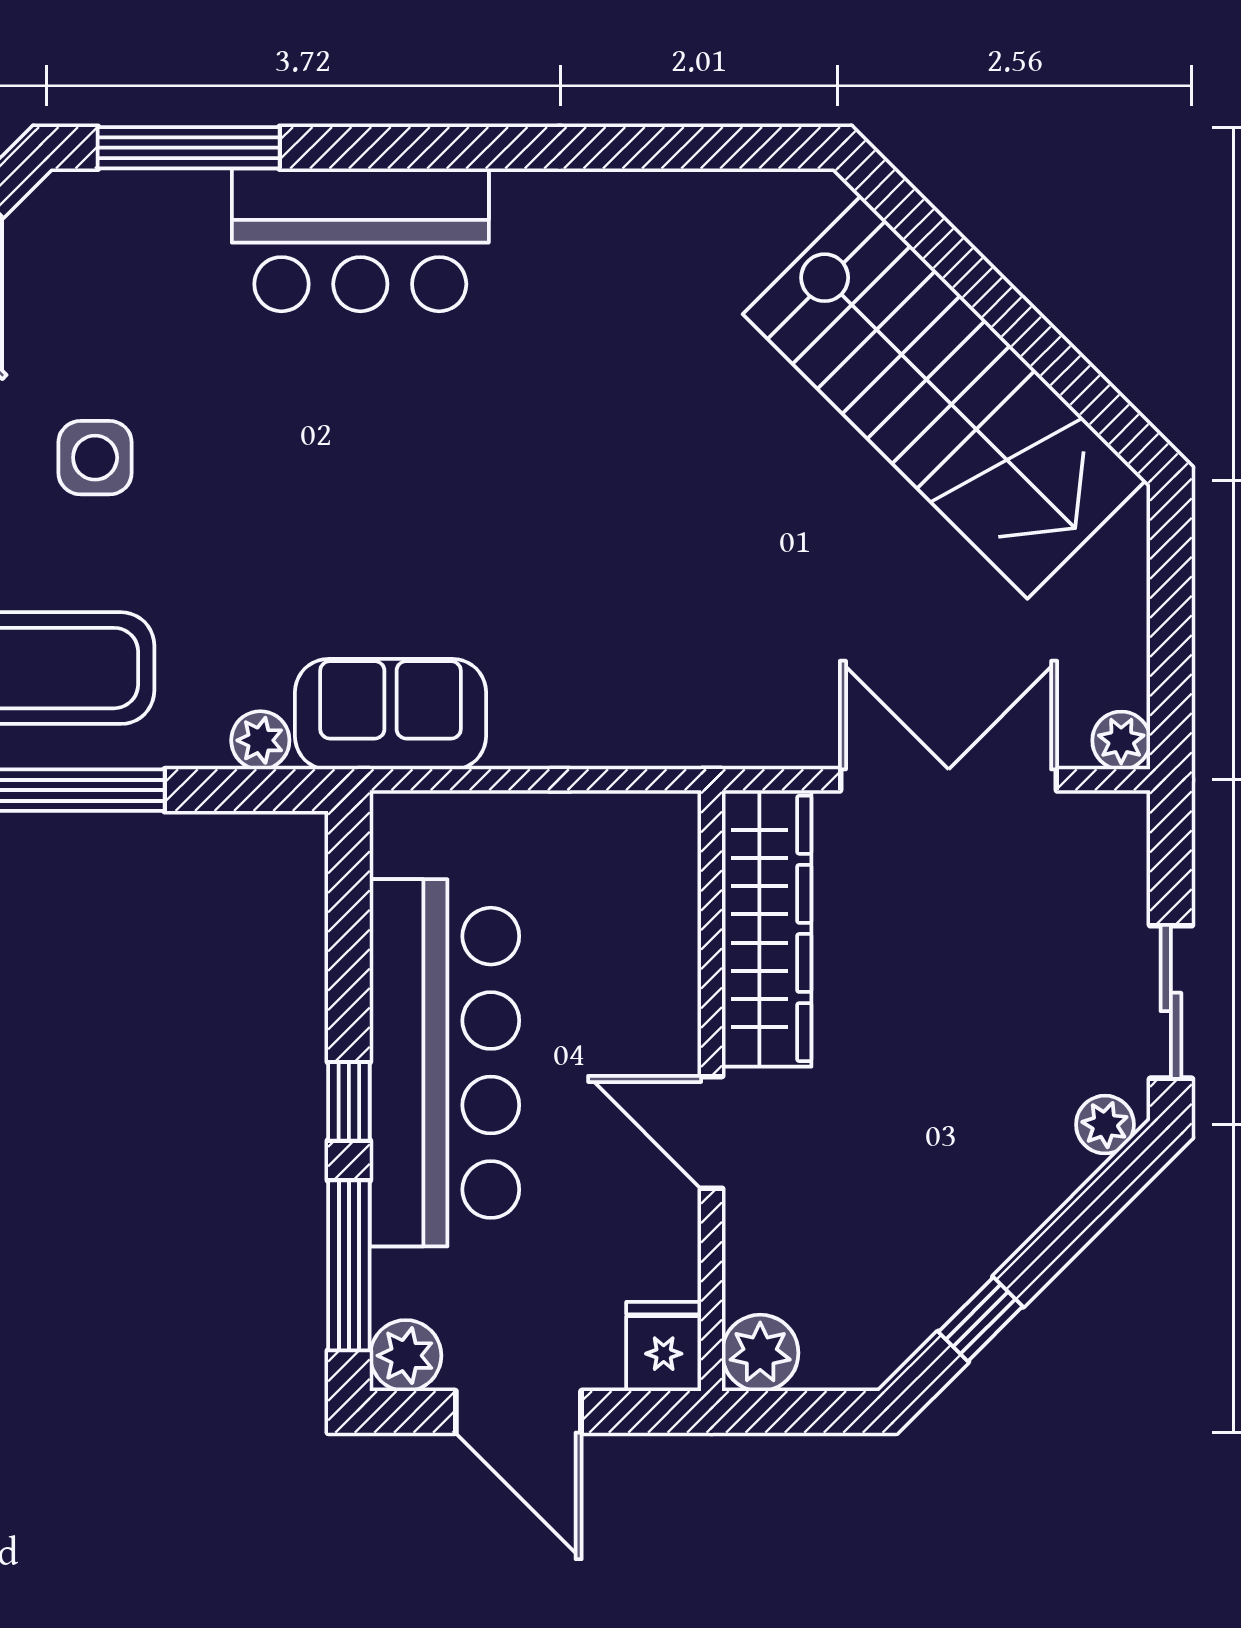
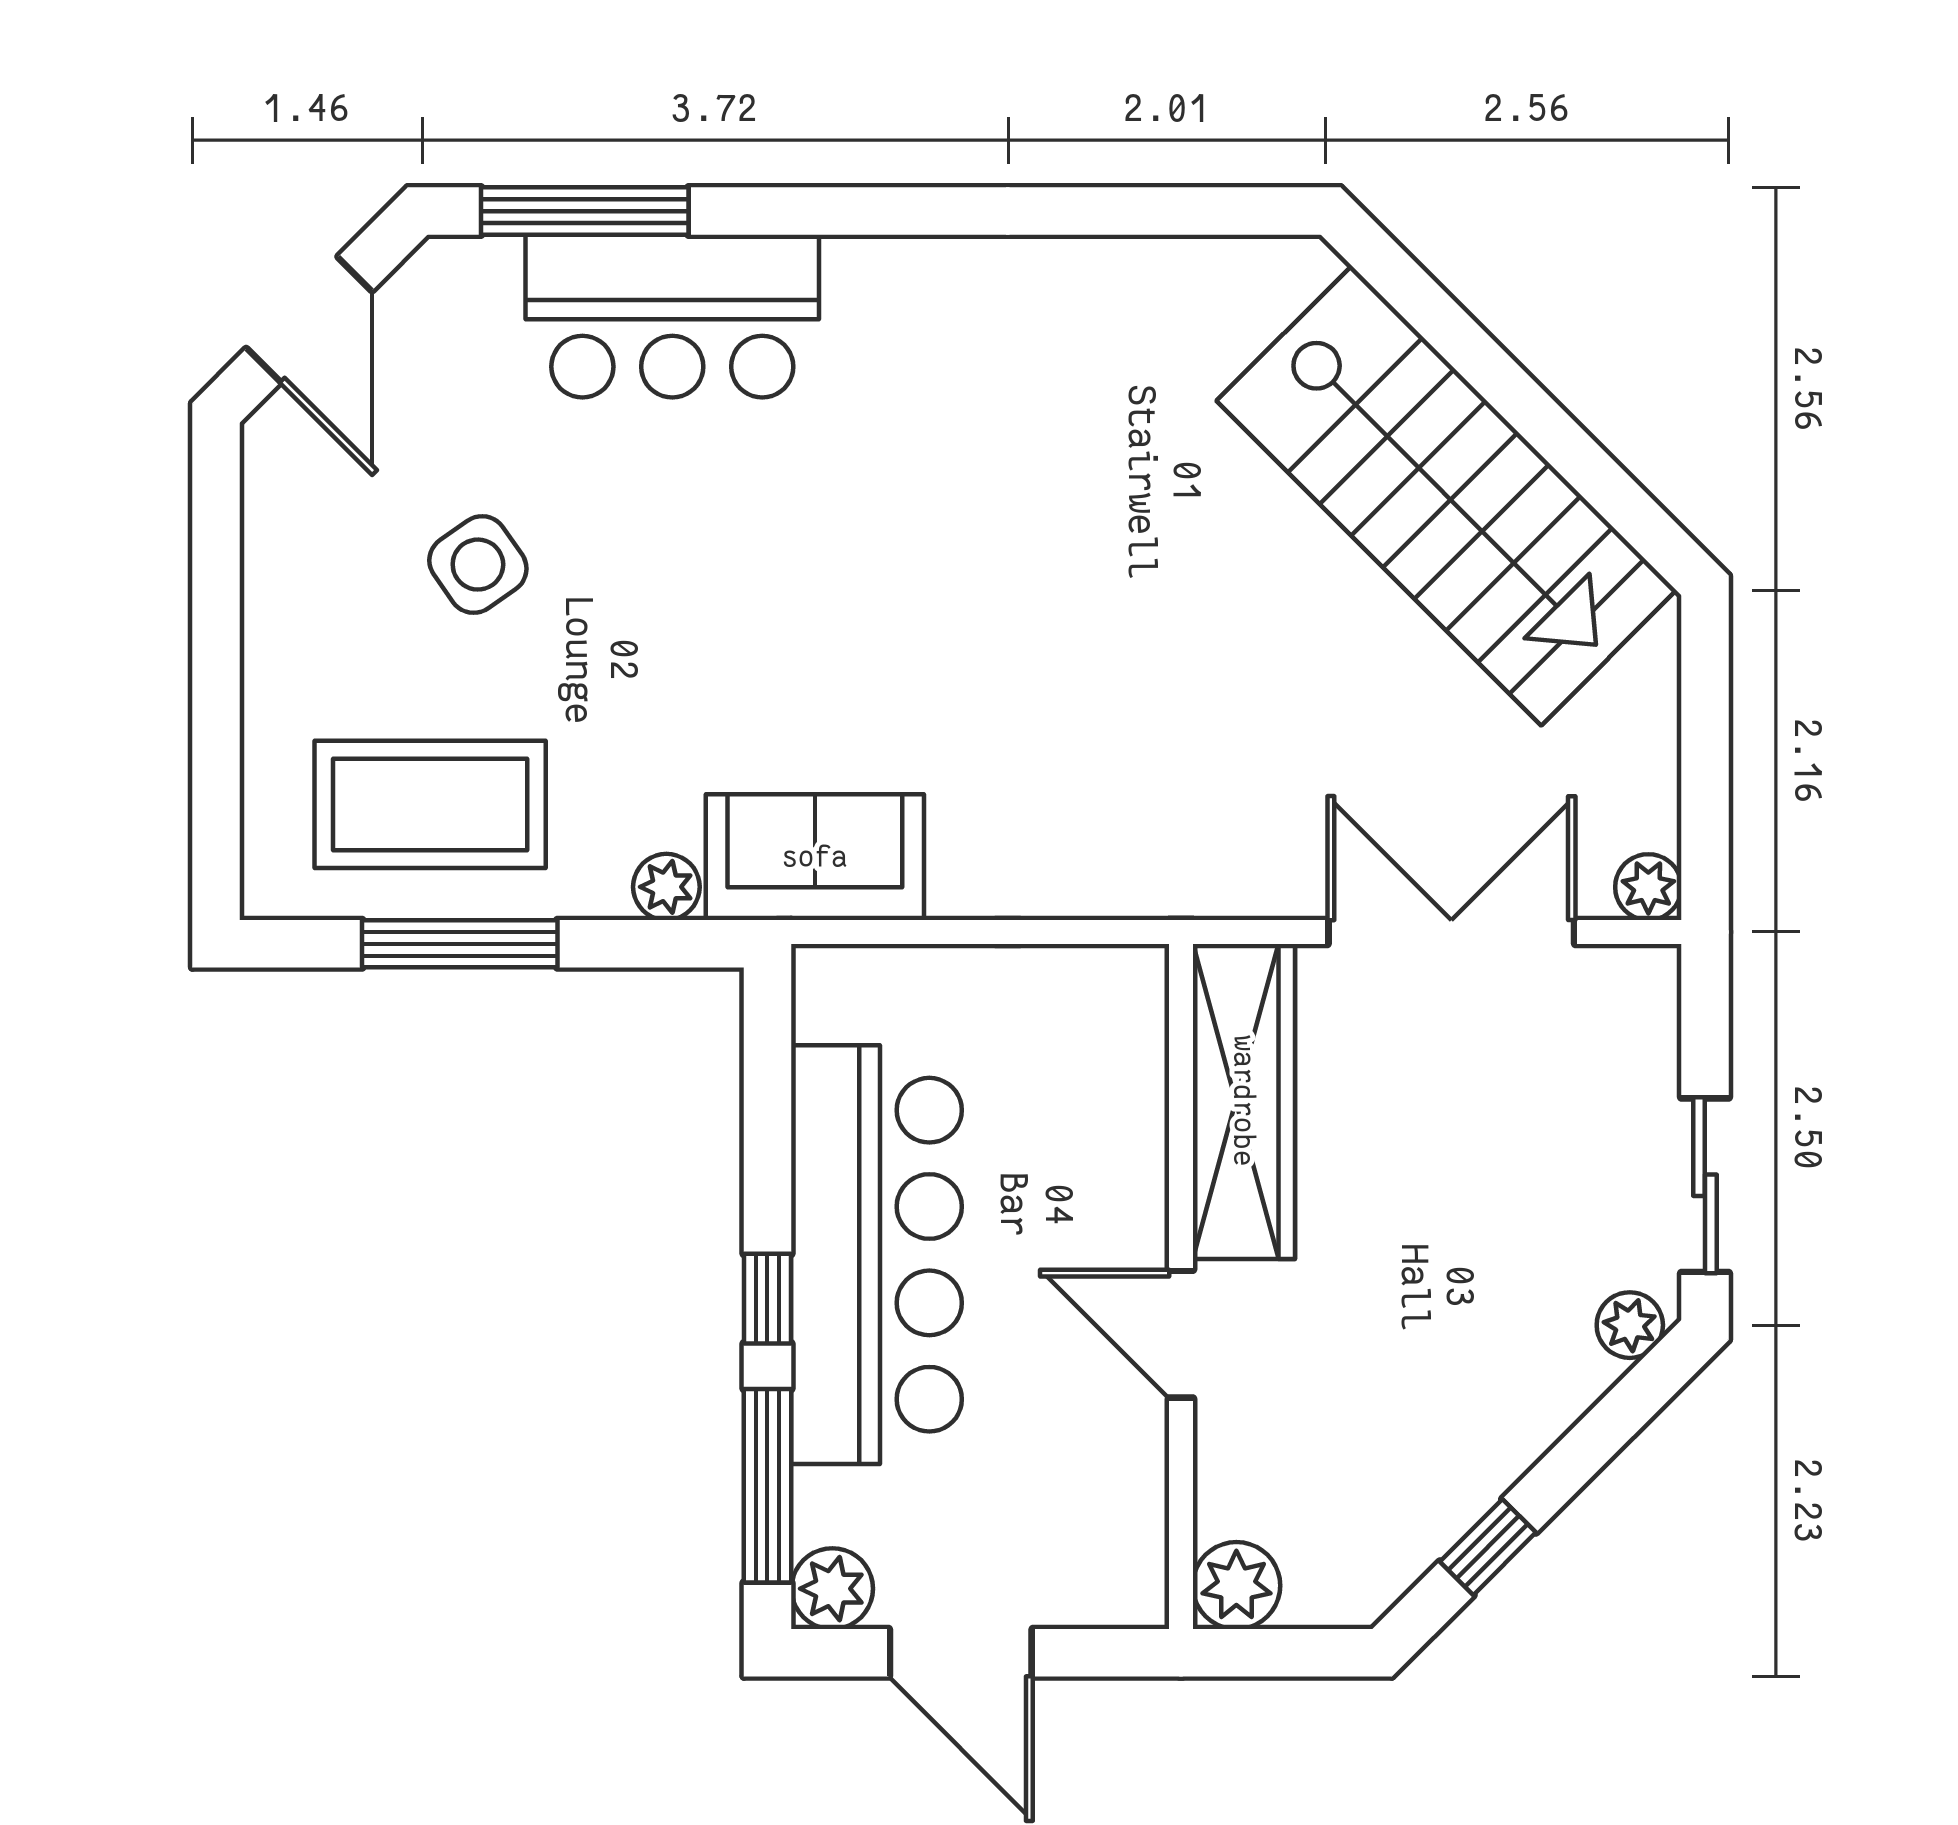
bar counter: (360, 240) -> (672, 316), moved
side table: (95, 458) -> (478, 565), turned -35
fridge: (664, 1346) -> (1126, 1578), removed

